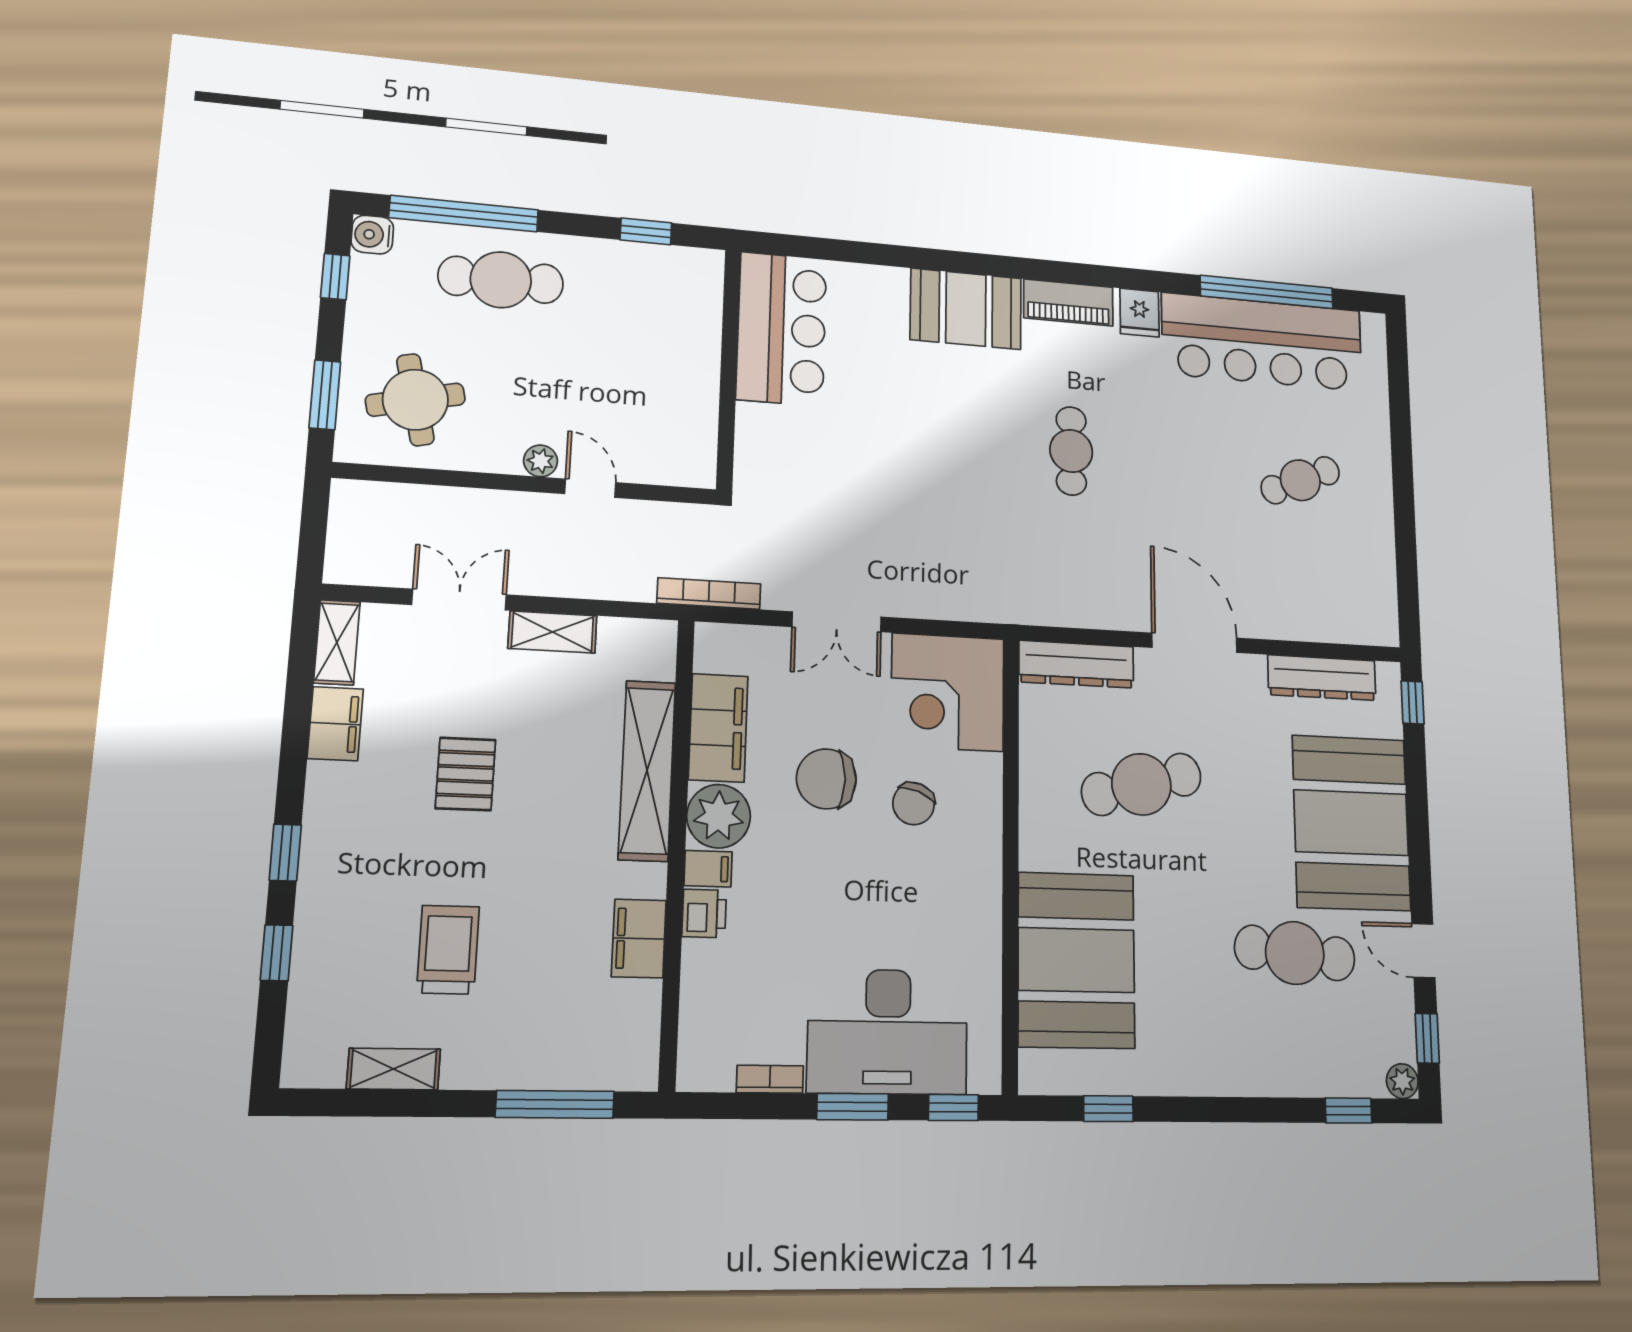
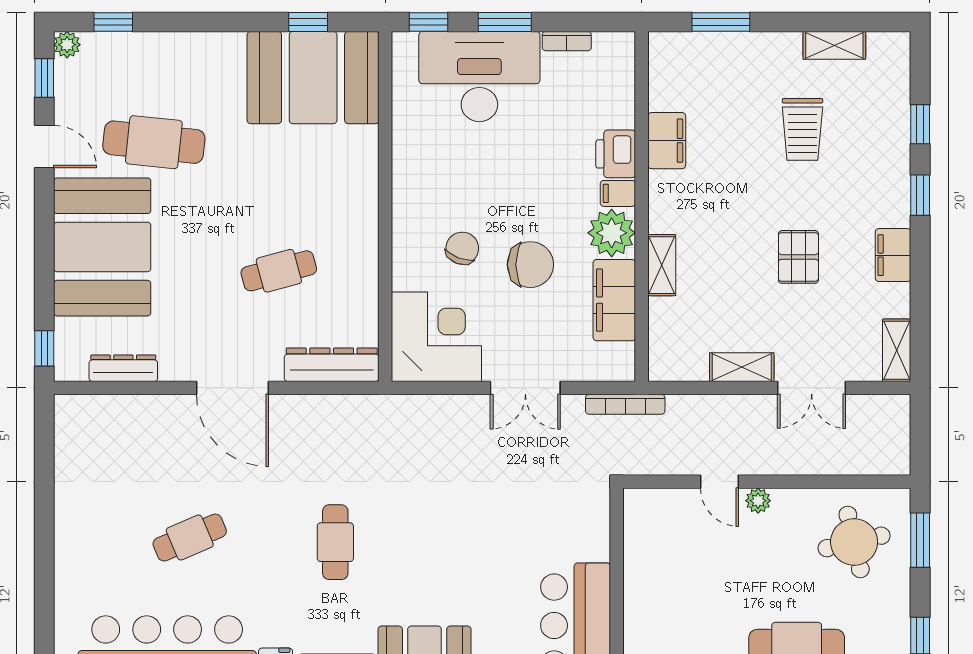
cafe table: (1300, 480) -> (190, 537), moved
double door: (837, 622) -> (525, 388), swing flipped
dresser: (1322, 678) -> (123, 368), width x0.73, depth x0.80
filing cabinet: (335, 724) -> (893, 255), moved
shelving: (647, 771) -> (662, 265), width x0.45, depth x0.75
cafe table: (1141, 784) -> (279, 271), width x0.73, depth x0.74
printer: (704, 913) -> (616, 154), width x1.36, depth x1.24
booth: (1076, 960) -> (313, 78), moved, turned 90
window: (555, 1104) -> (721, 22), width x0.69

